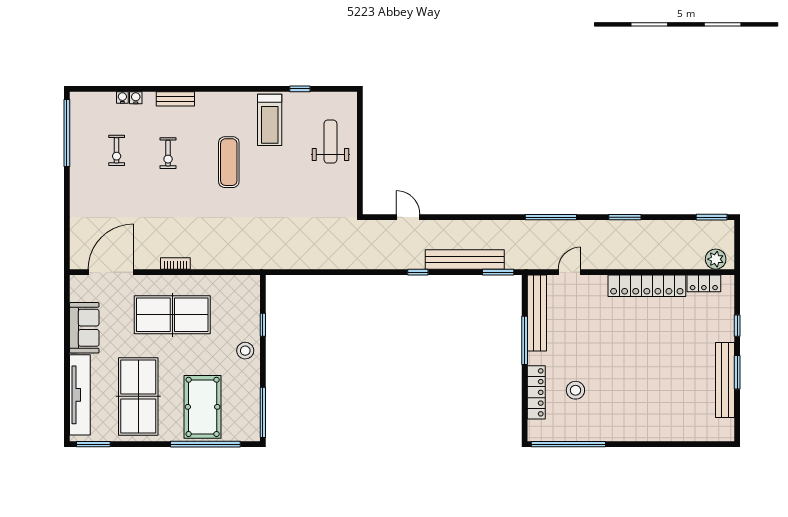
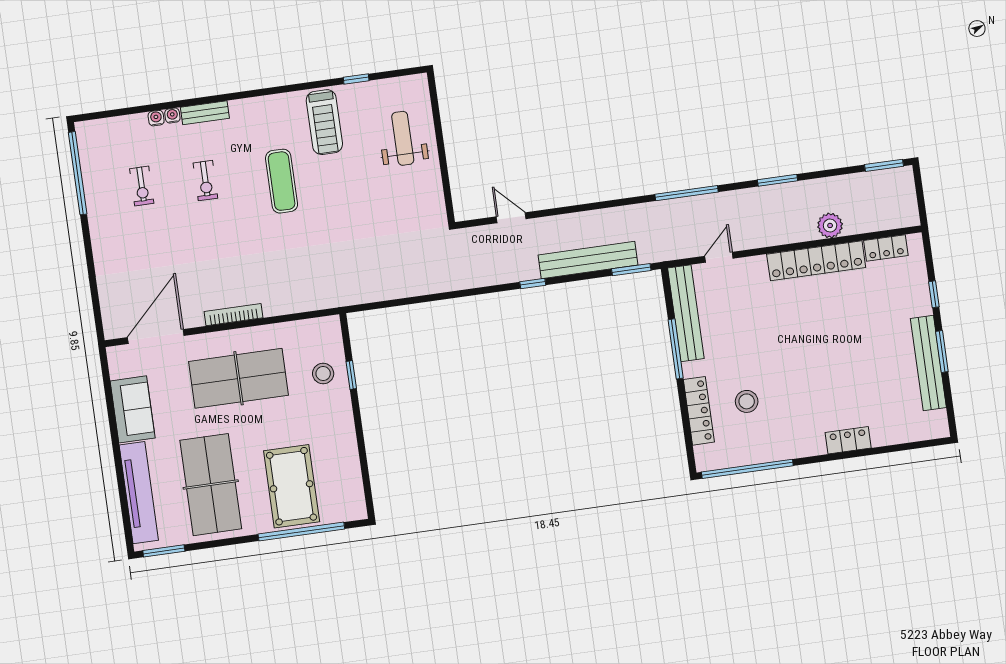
water cooler: (122, 97) -> (172, 115), moved
plant: (716, 259) -> (830, 225), moved
bookcase: (175, 263) -> (234, 315), width x1.56
stool: (245, 351) -> (323, 373), moved
window: (263, 412) -> (366, 483), removed
locker: (652, 433) -> (848, 440), added

